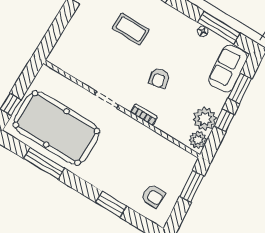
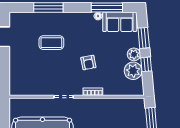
sofa: (228, 69) -> (120, 22), moved, turned -85
plant: (198, 140) -> (134, 54), moved

